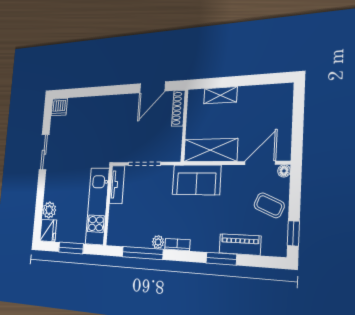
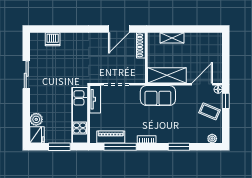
dishwasher: (59, 107) -> (53, 39), moved
window: (293, 233) -> (226, 101), moved
plant: (158, 242) -> (212, 139), moved
piano: (240, 244) -> (111, 137), moved

